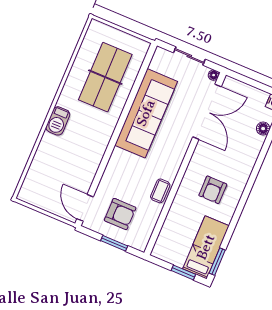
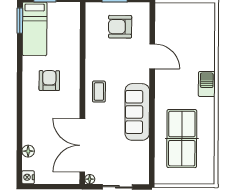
sofa: (146, 113) -> (137, 112), width x0.74, depth x0.79
coffee table: (160, 191) -> (99, 92), moved
door: (85, 208) -> (152, 56), moved

